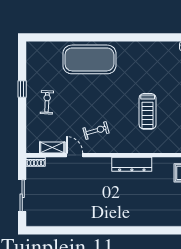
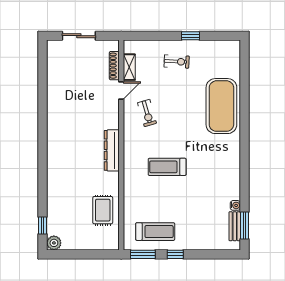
shoe rack: (36, 162) -> (114, 66), moved, width x1.43

